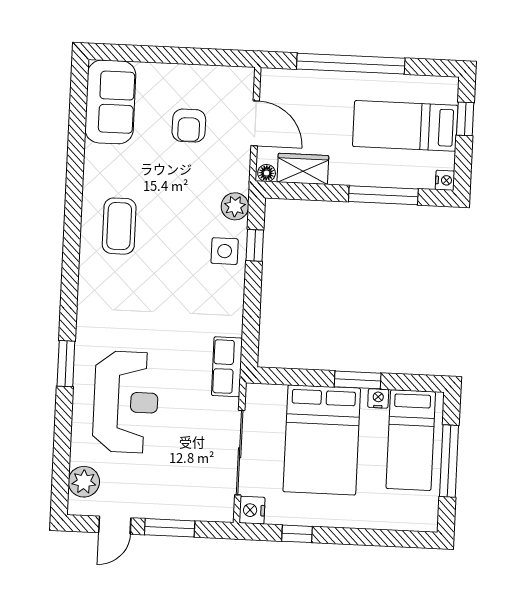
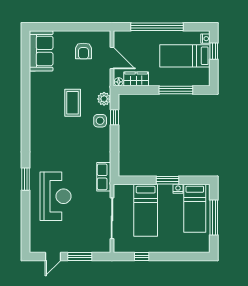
armchair: (189, 126) -> (83, 51), moved
nightstand: (445, 180) -> (205, 39), moved
coffee table: (119, 226) -> (73, 103), moved
bed: (322, 440) -> (146, 210), width x0.67
plant: (84, 482) -> (37, 236), removed
nightstand: (252, 510) -> (119, 246), removed

